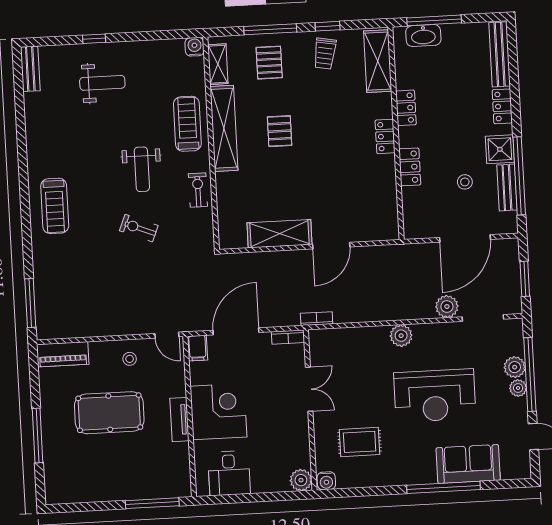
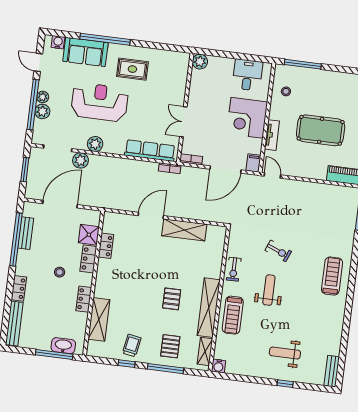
shelving: (378, 61) -> (99, 319), moved
locker: (385, 136) -> (106, 246), moved
shower: (500, 149) -> (89, 235), moved
stool: (465, 182) -> (60, 272), moved
plant: (401, 336) -> (95, 144), moved
row of seats: (350, 339) -> (150, 151), added
stool: (130, 359) -> (286, 91), moved
tv unit: (179, 420) -> (272, 135), moved
rug: (360, 442) -> (132, 69), moved
water cooler: (326, 481) -> (58, 42), moved

